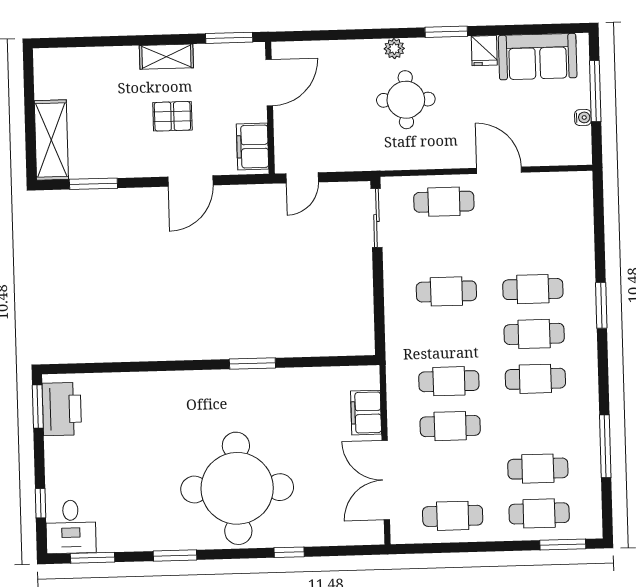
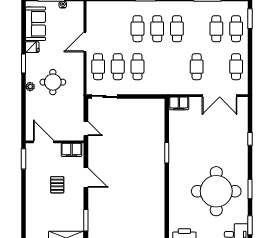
shelving: (166, 57) -> (31, 187), removed
cafe table: (449, 381) -> (118, 67), moved
filing cabinet: (366, 413) -> (179, 103), moved
round table: (237, 488) -> (216, 191), moved

